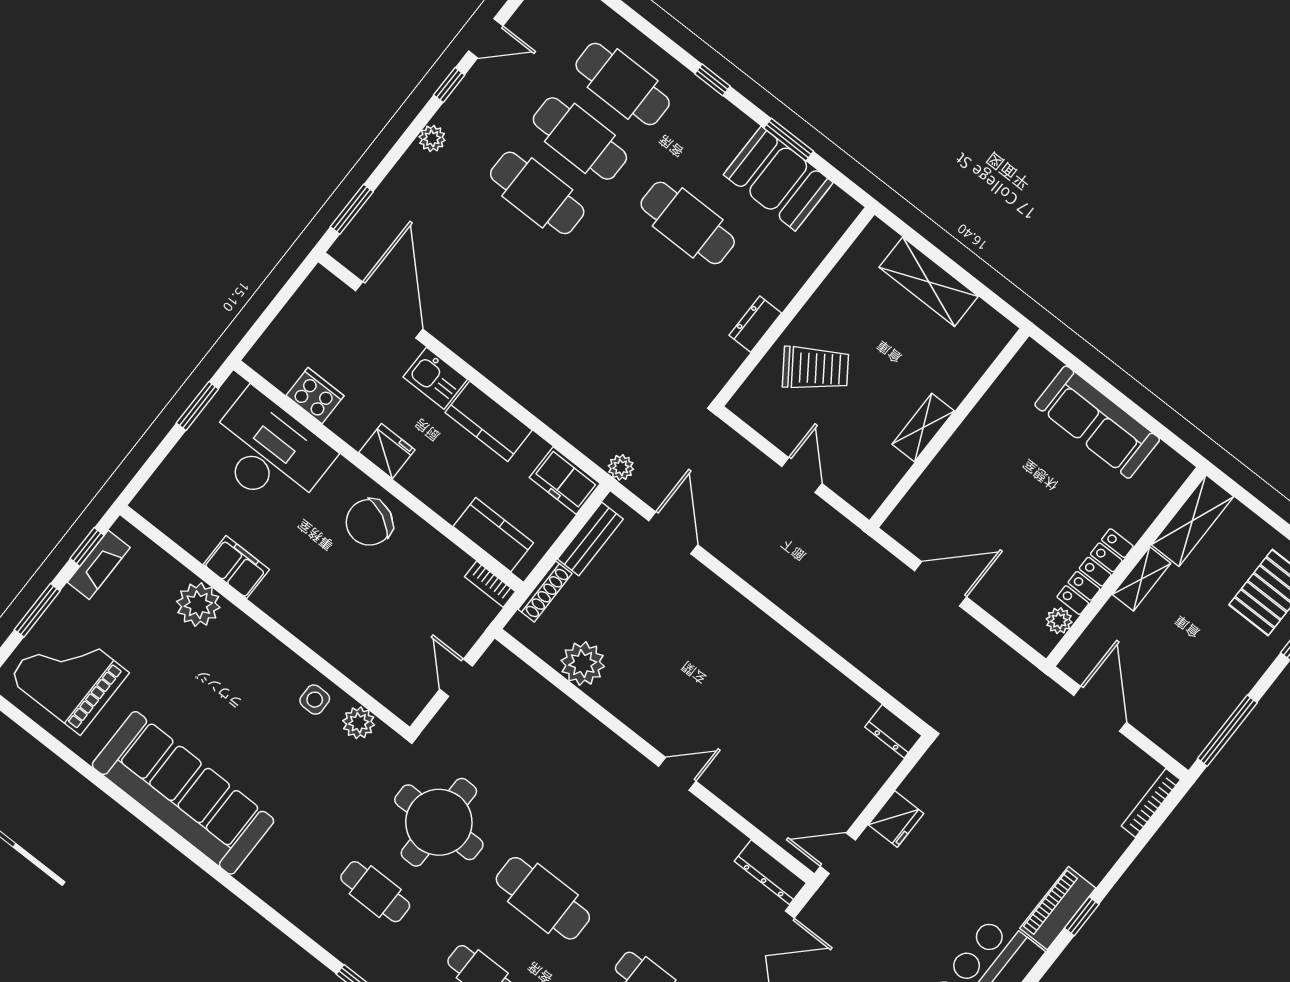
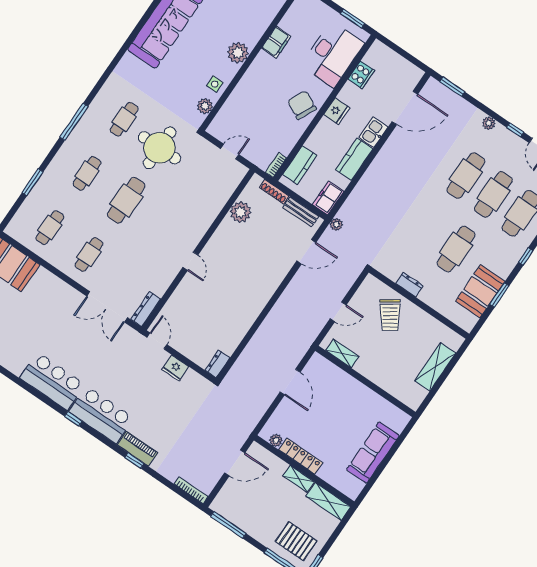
shelving: (923, 428) -> (342, 353), moved
plant: (198, 605) -> (238, 53), moved

